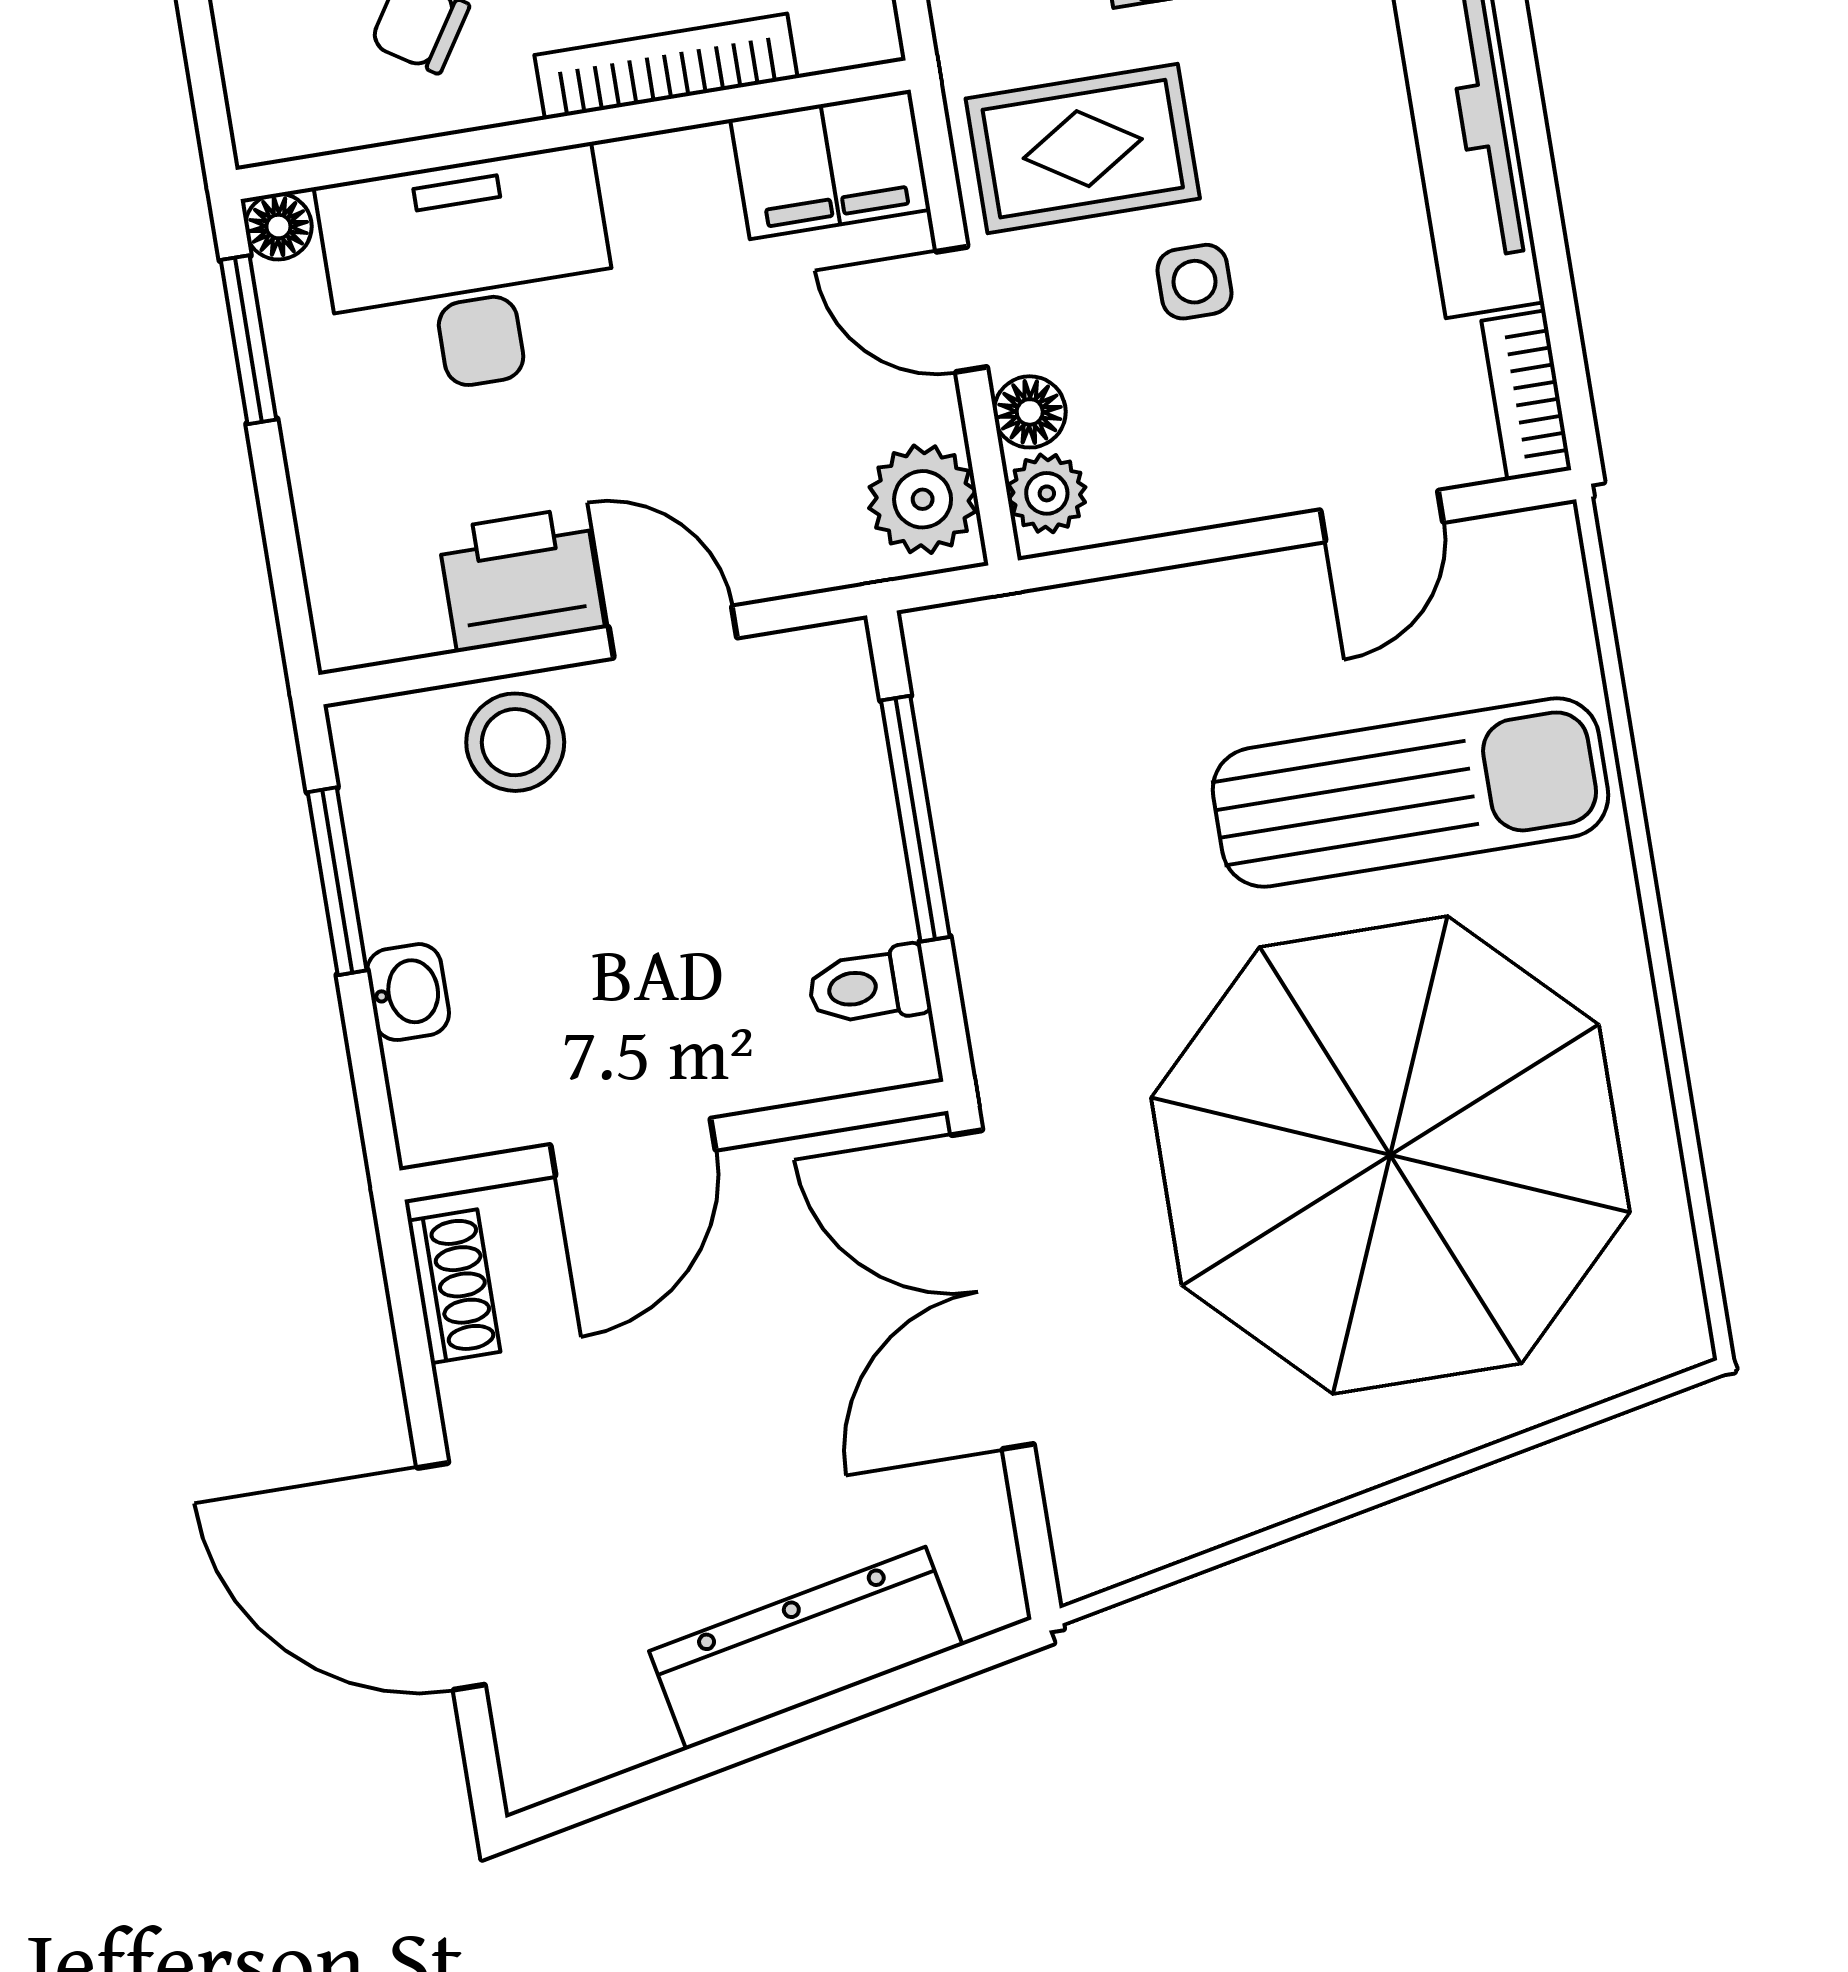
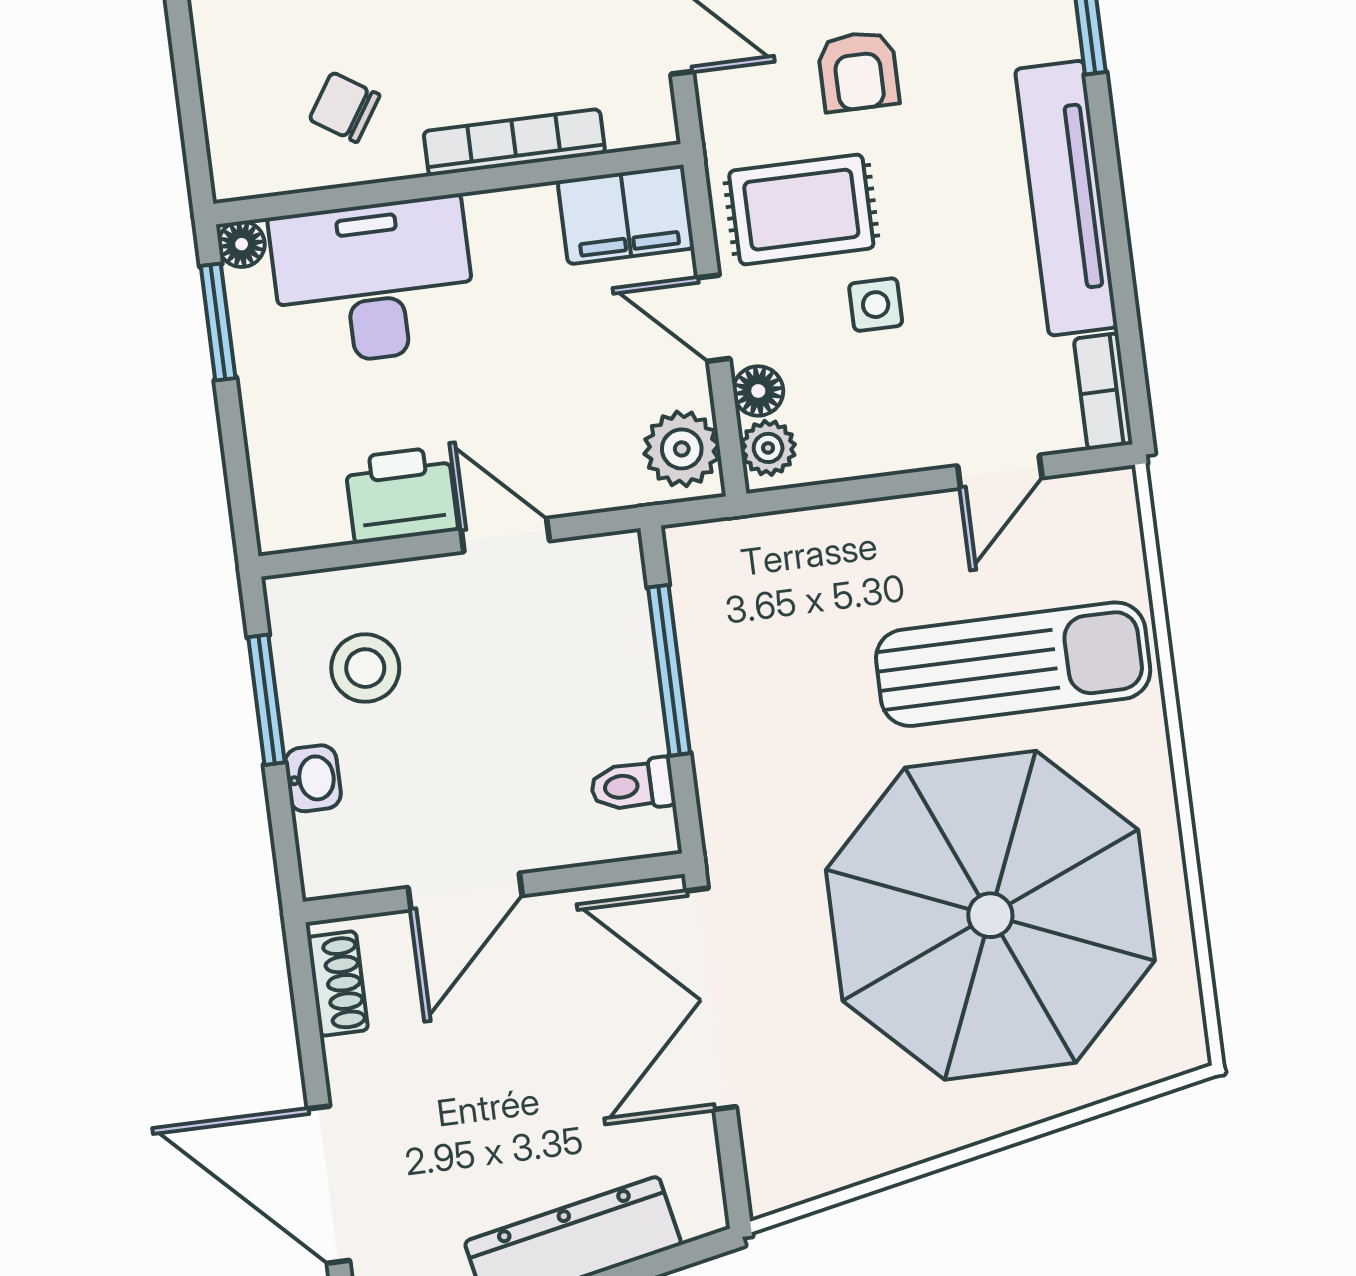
stool: (515, 742) -> (365, 668), moved

